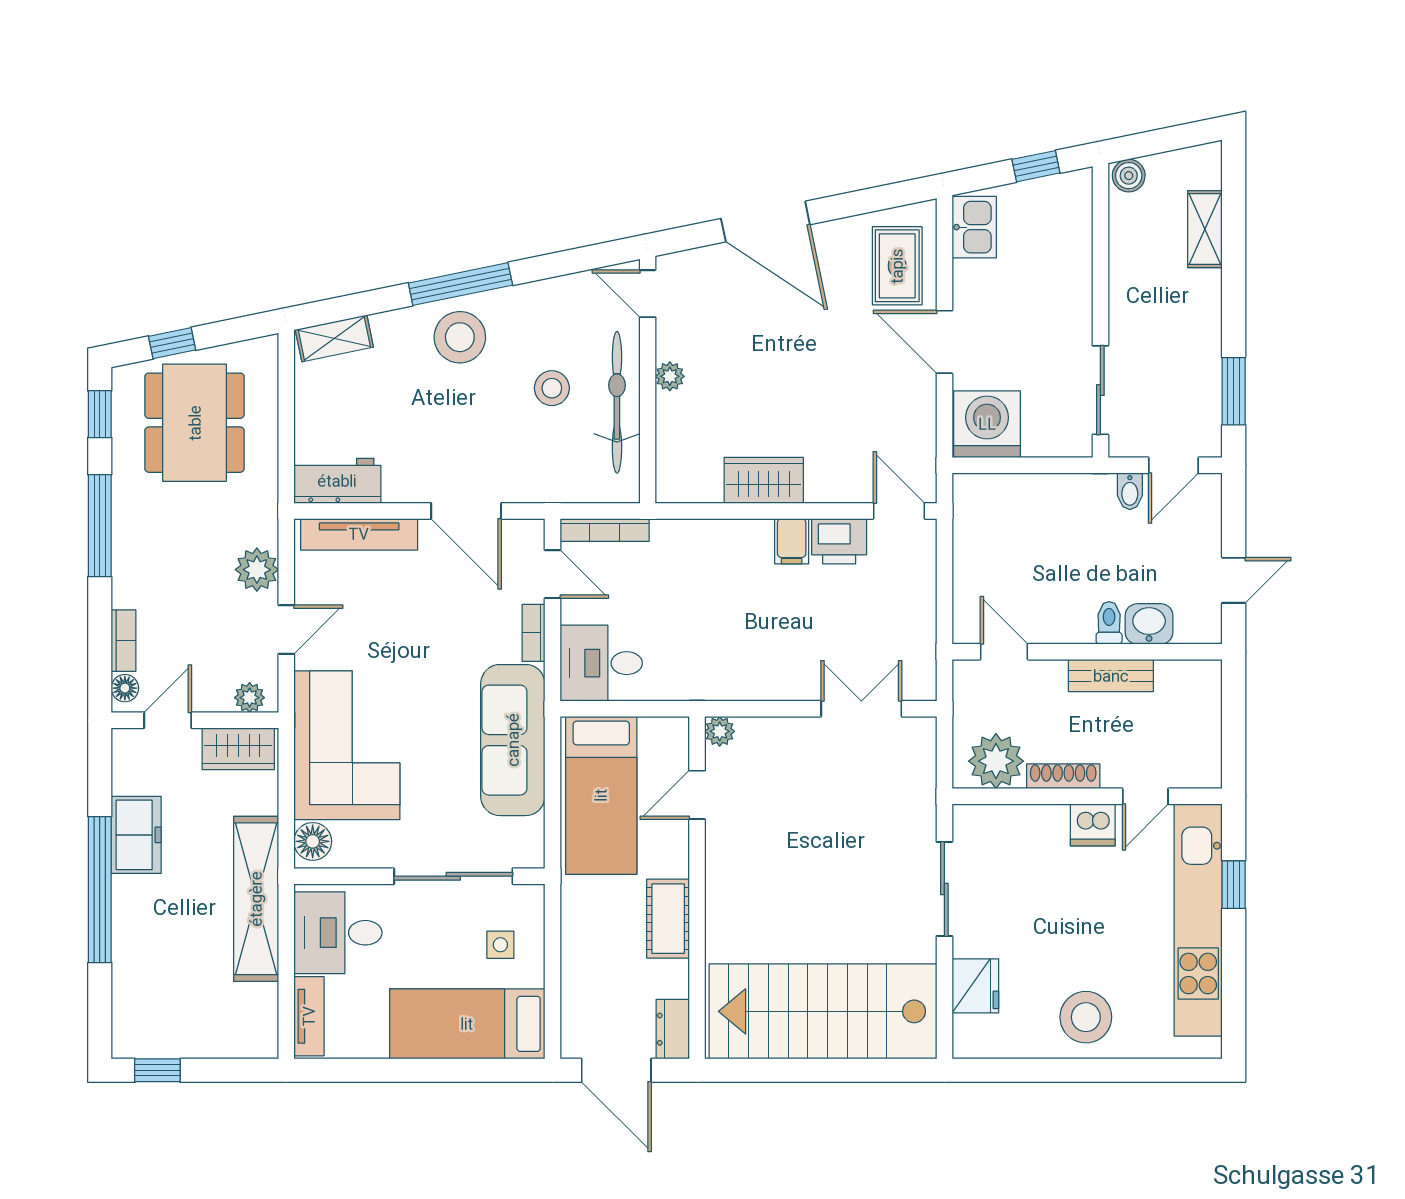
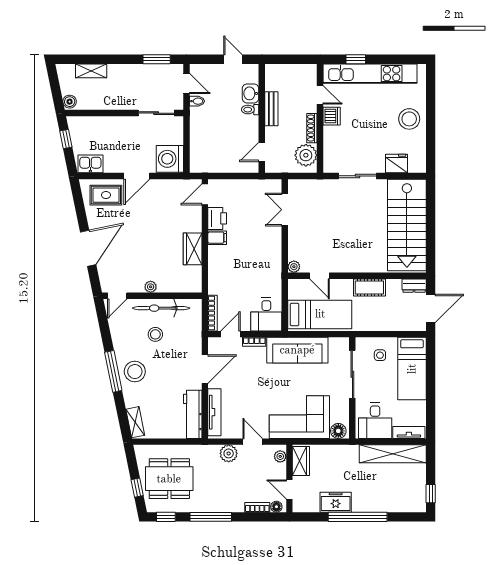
workbench: (337, 481) -> (193, 414), width x1.38
shelving: (256, 899) -> (393, 454), moved

